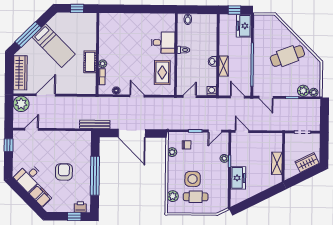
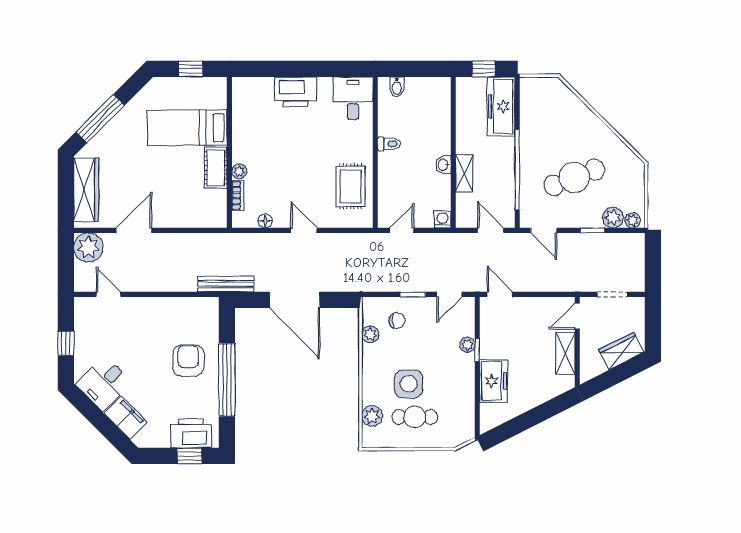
printer: (133, 21) -> (296, 92), added
freezer: (244, 26) -> (501, 106), width x1.40
desk: (163, 43) -> (353, 98), moved, turned -90
bed: (54, 46) -> (187, 128), moved, turned 135
cafe table: (287, 56) -> (574, 177), moved
door: (32, 129) -> (109, 294), hinge flipped
door: (284, 144) -> (577, 316), added
window: (9, 145) -> (66, 343), moved
armchair: (64, 172) -> (188, 361), moved
printer: (80, 207) -> (191, 433), width x1.87, depth x1.48

